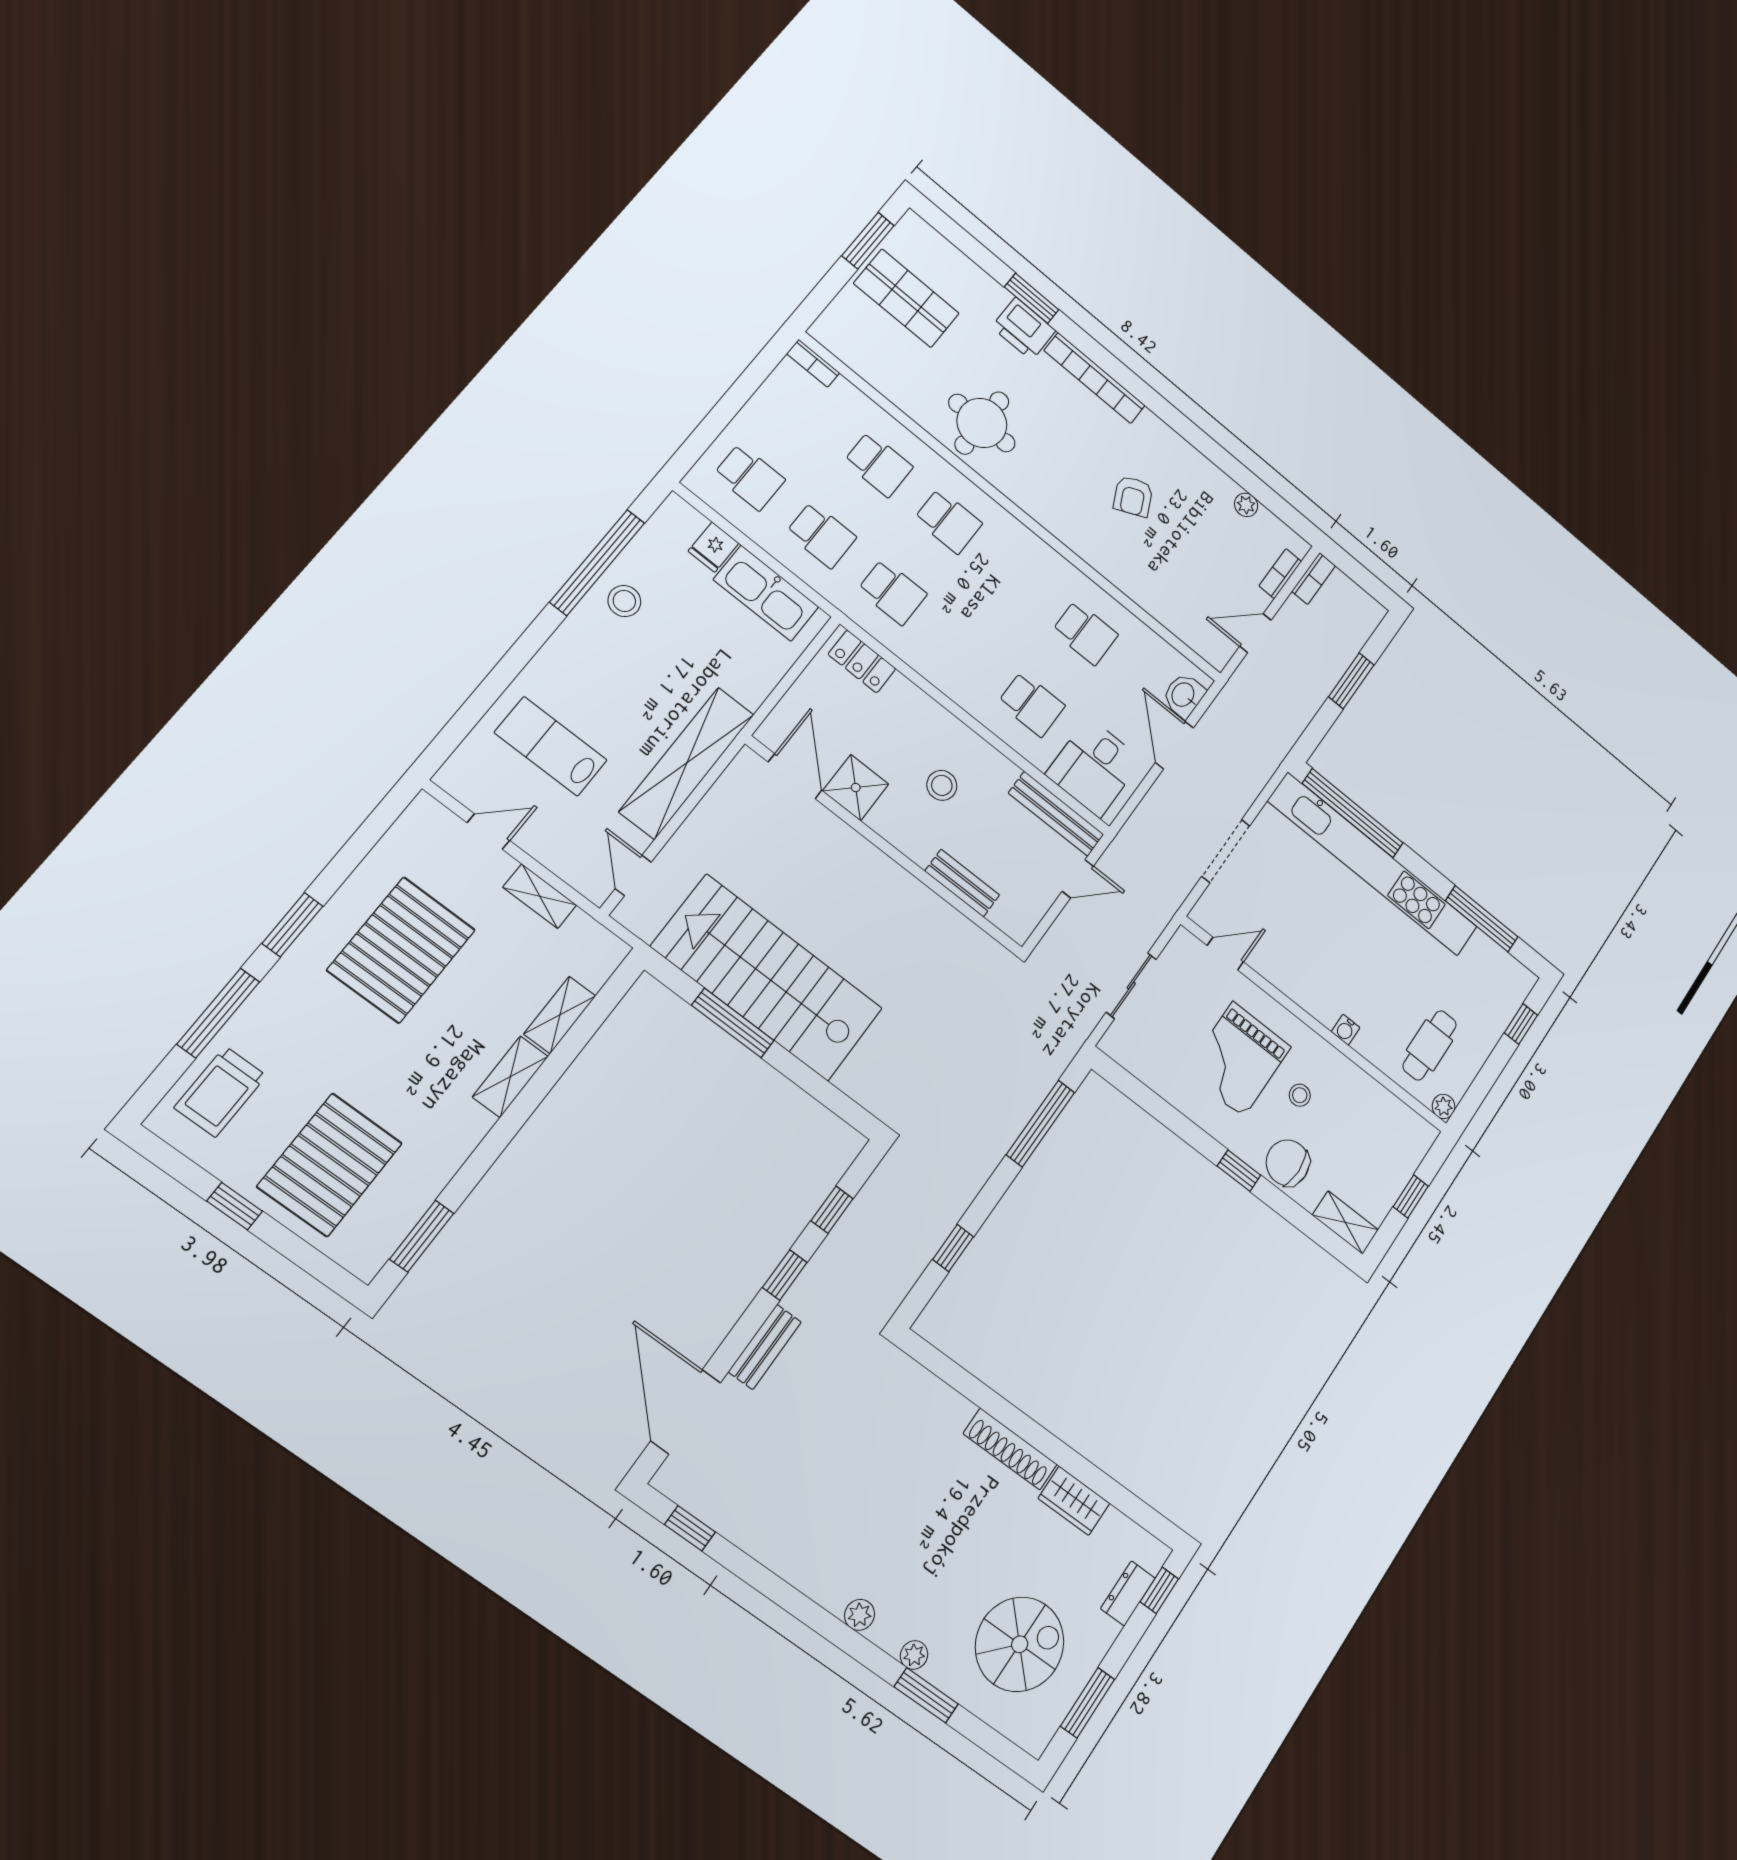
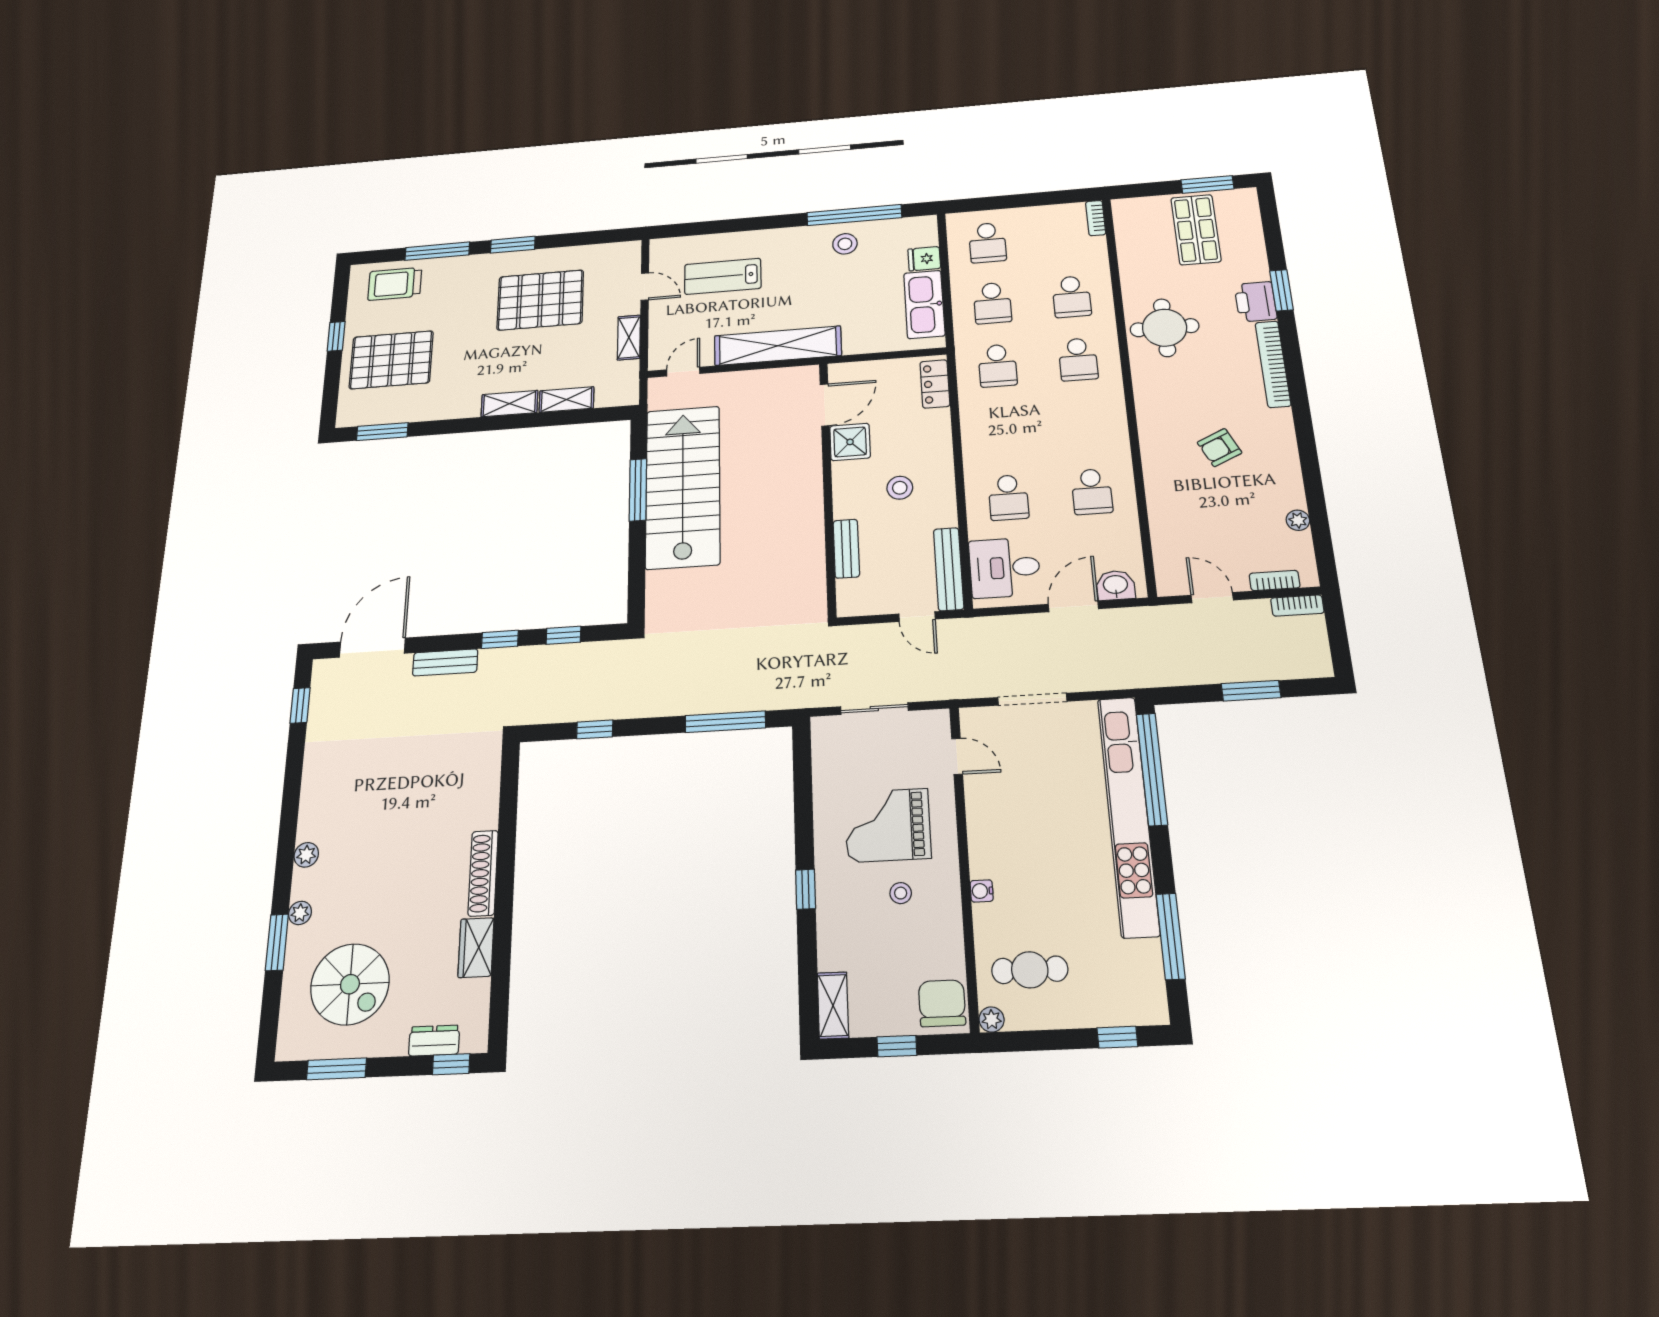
lab bench: (551, 746) -> (723, 276), turned -90
chair: (1288, 1163) -> (942, 1003), moved

